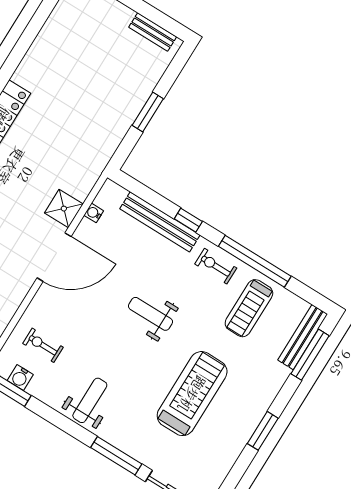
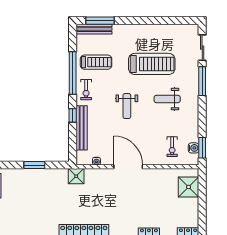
shower: (64, 209) -> (76, 176), moved
treadmill: (192, 394) -> (152, 64), turned 180
weight bench: (90, 400) -> (167, 99), moved
window: (263, 431) -> (149, 21), removed

